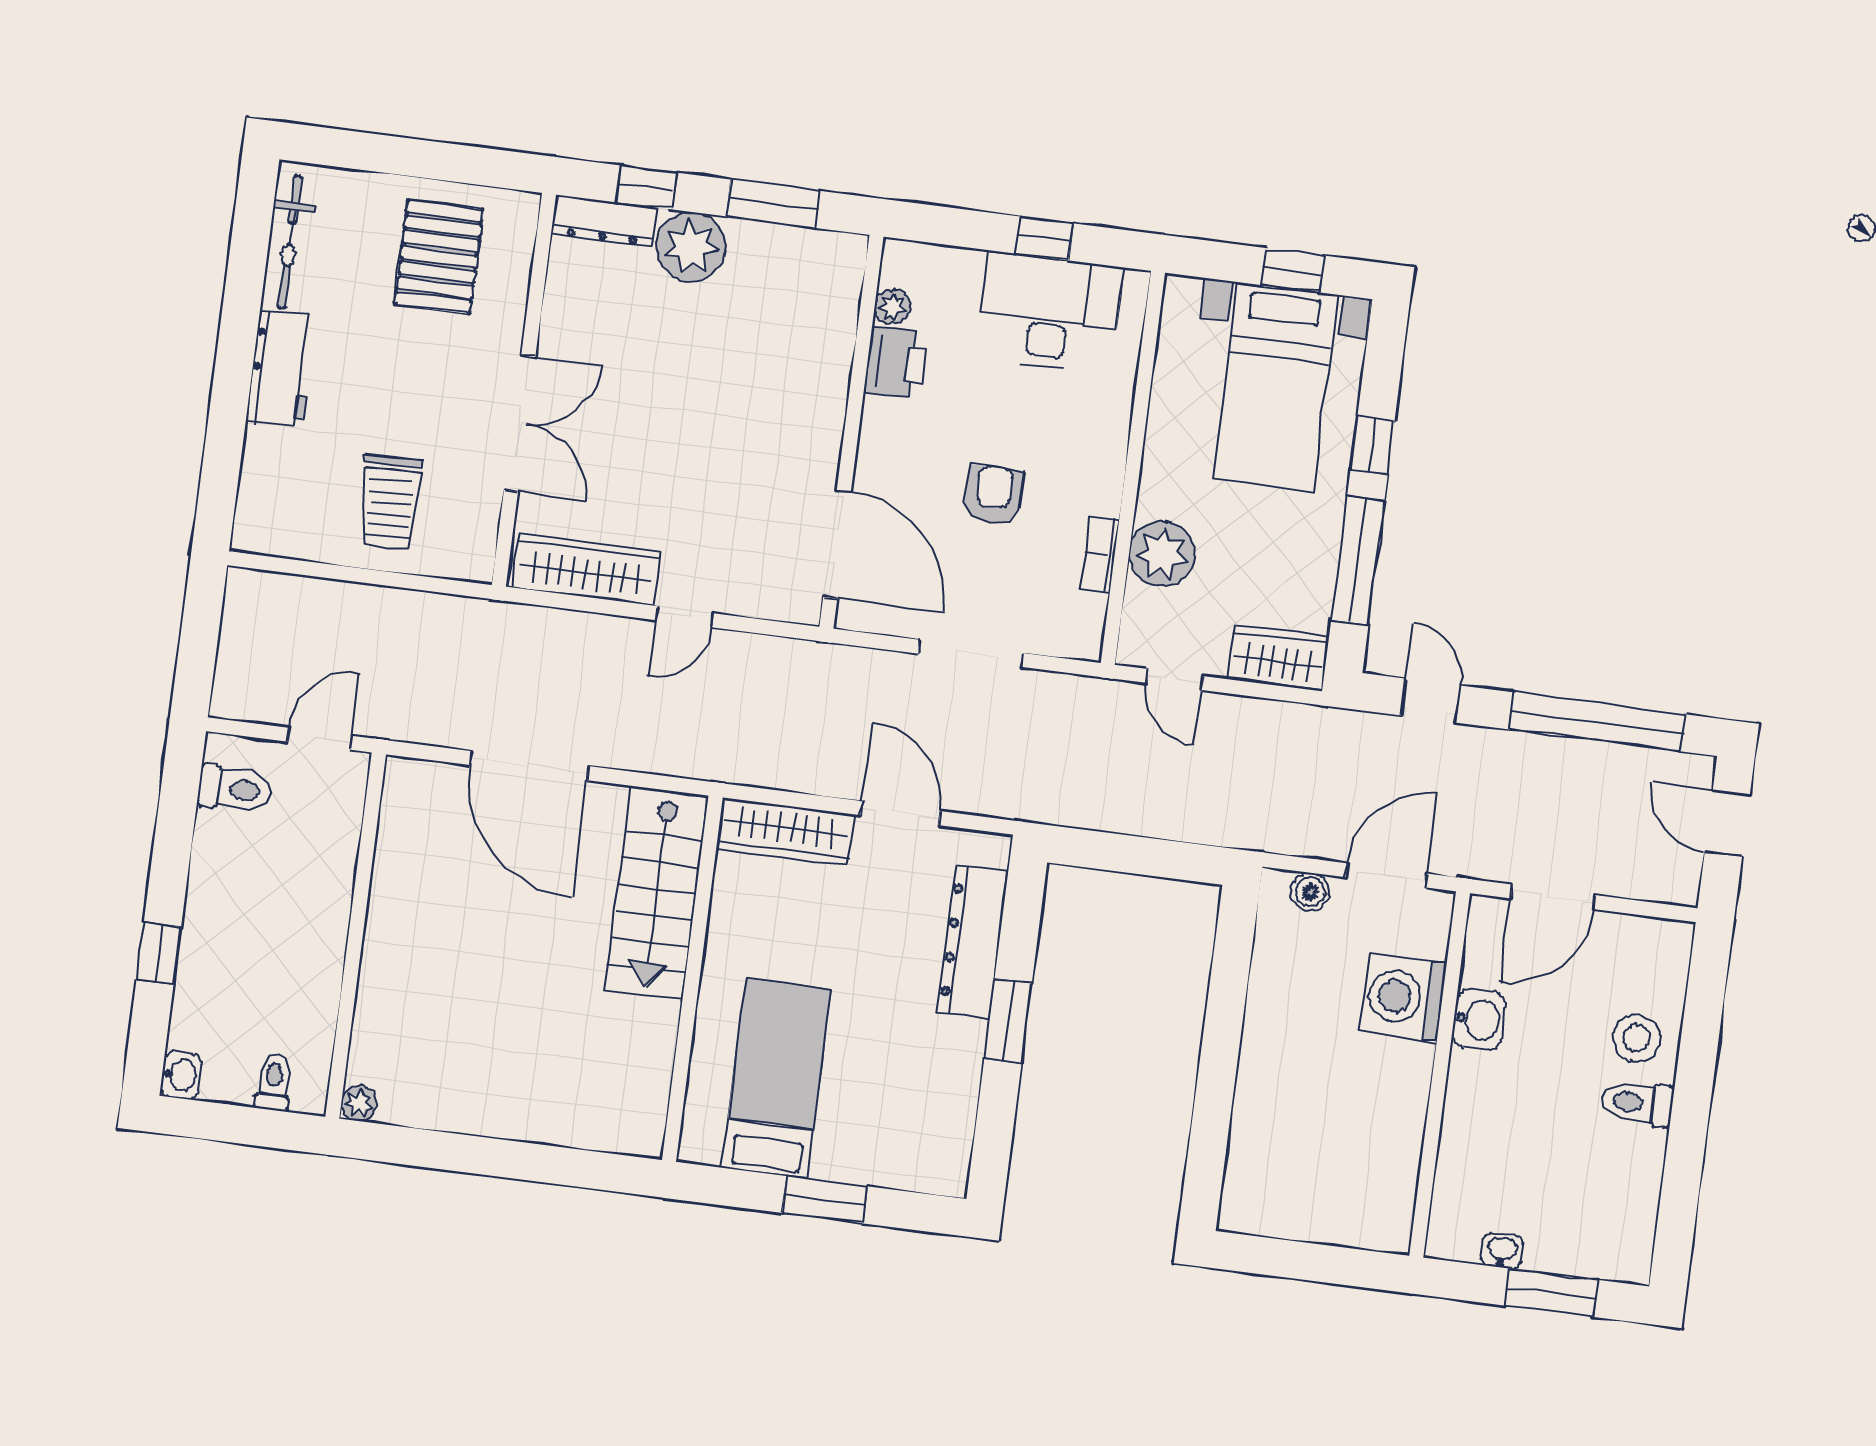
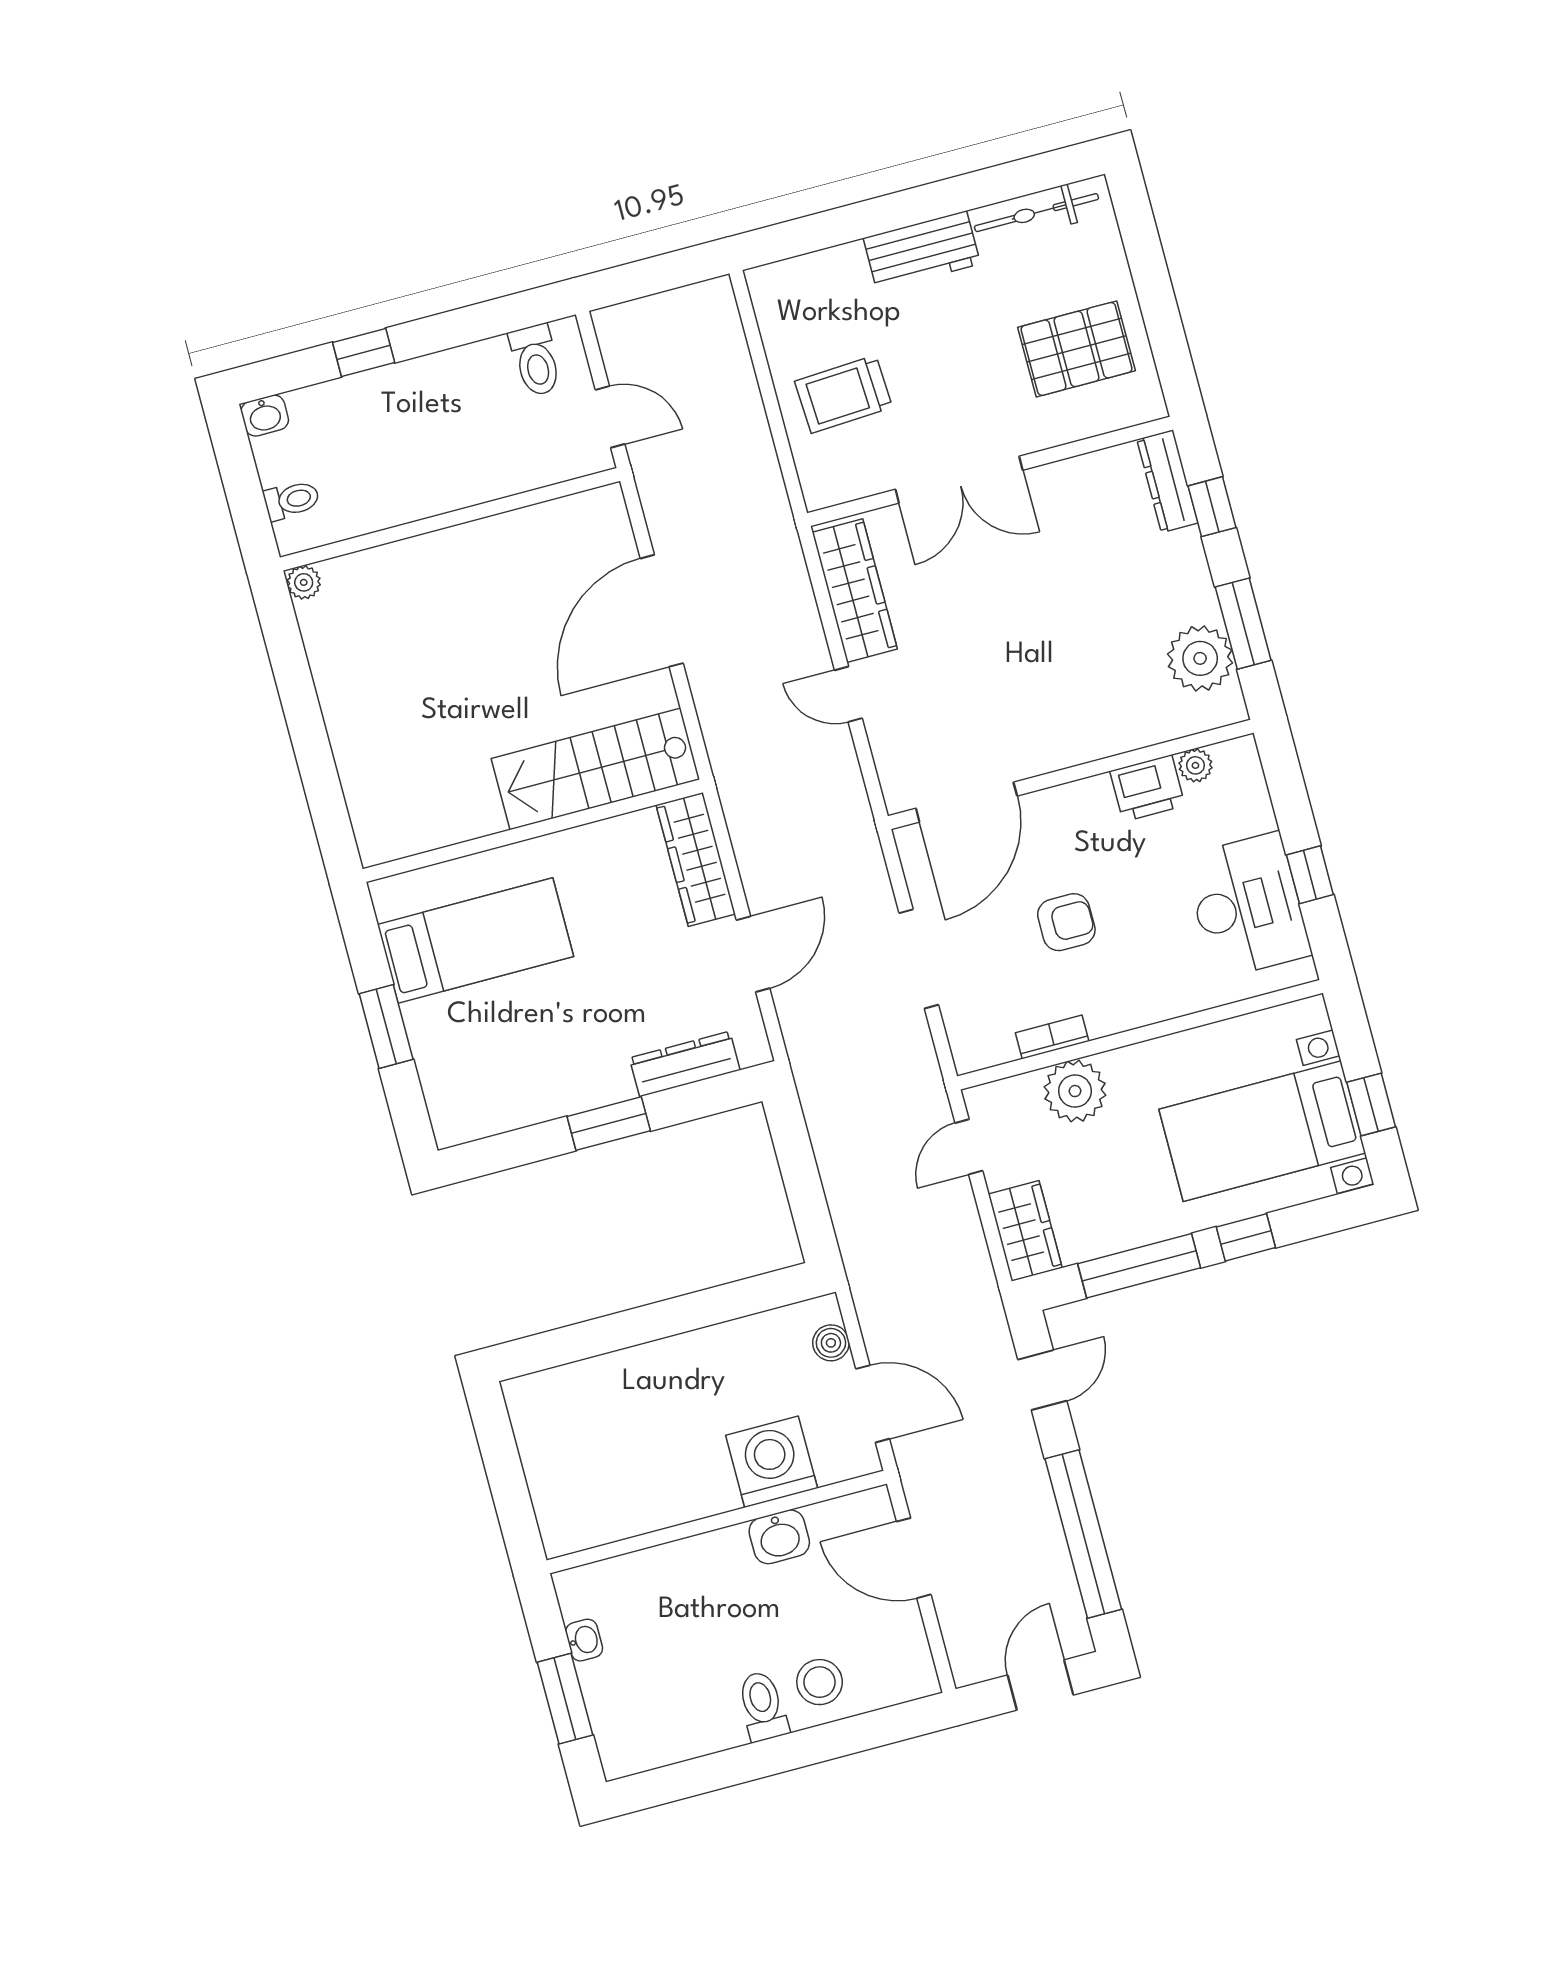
plant: (691, 247) -> (1200, 658), moved
dresser: (972, 943) -> (685, 1064), width x0.73, depth x0.80

